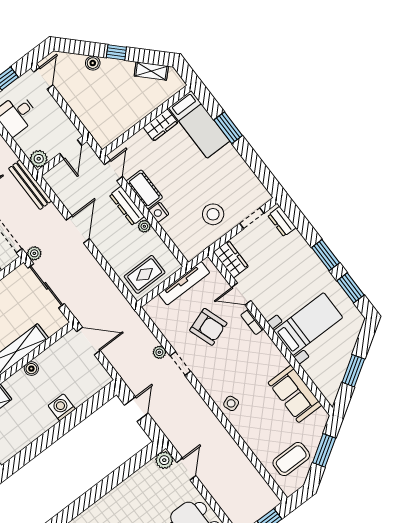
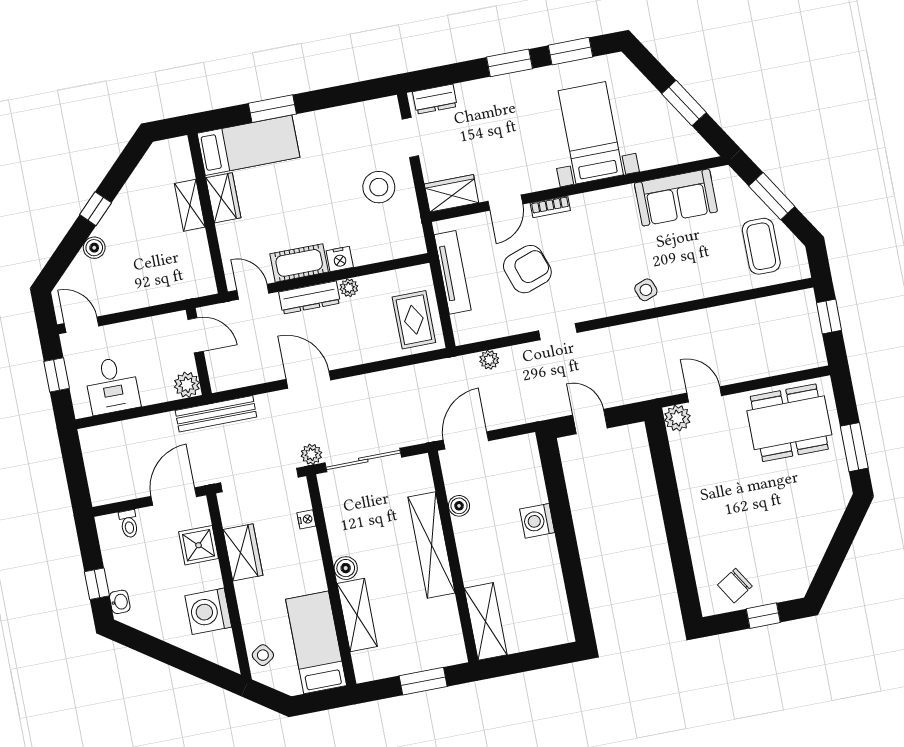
shelving: (151, 71) -> (190, 205), moved, turned -45
plant: (159, 352) -> (489, 360), moved
boiler: (31, 369) -> (459, 506), moved

